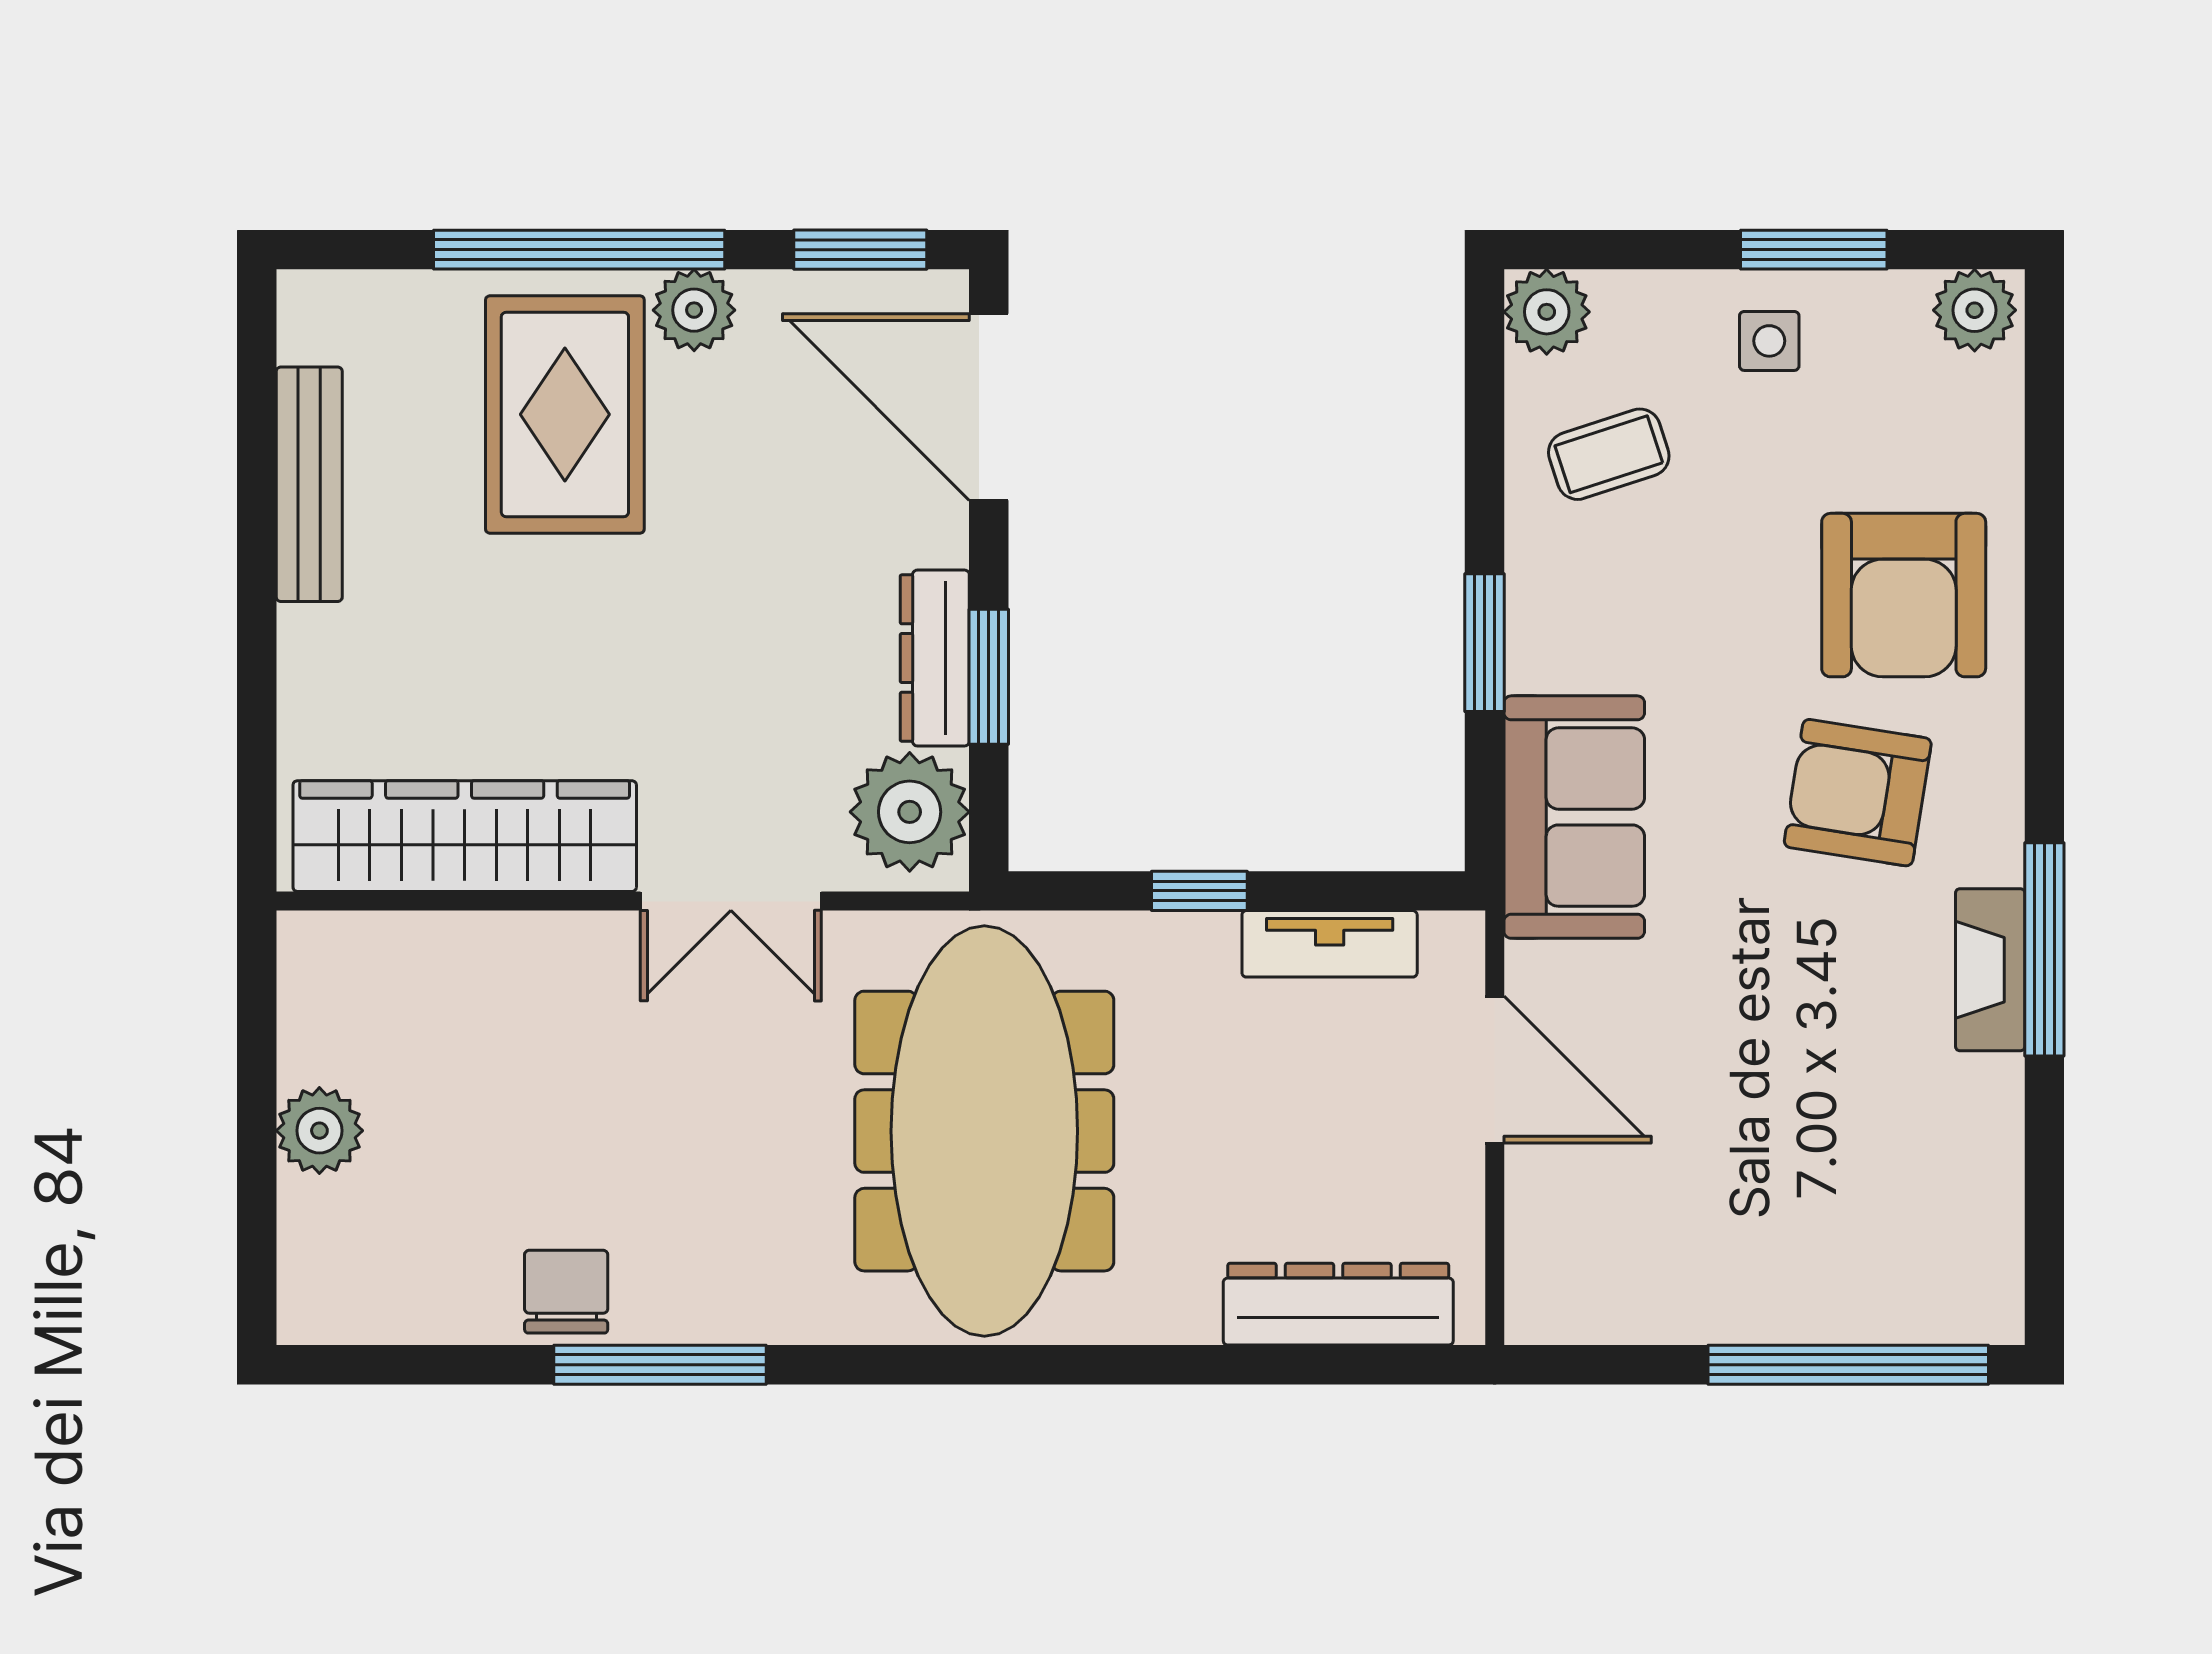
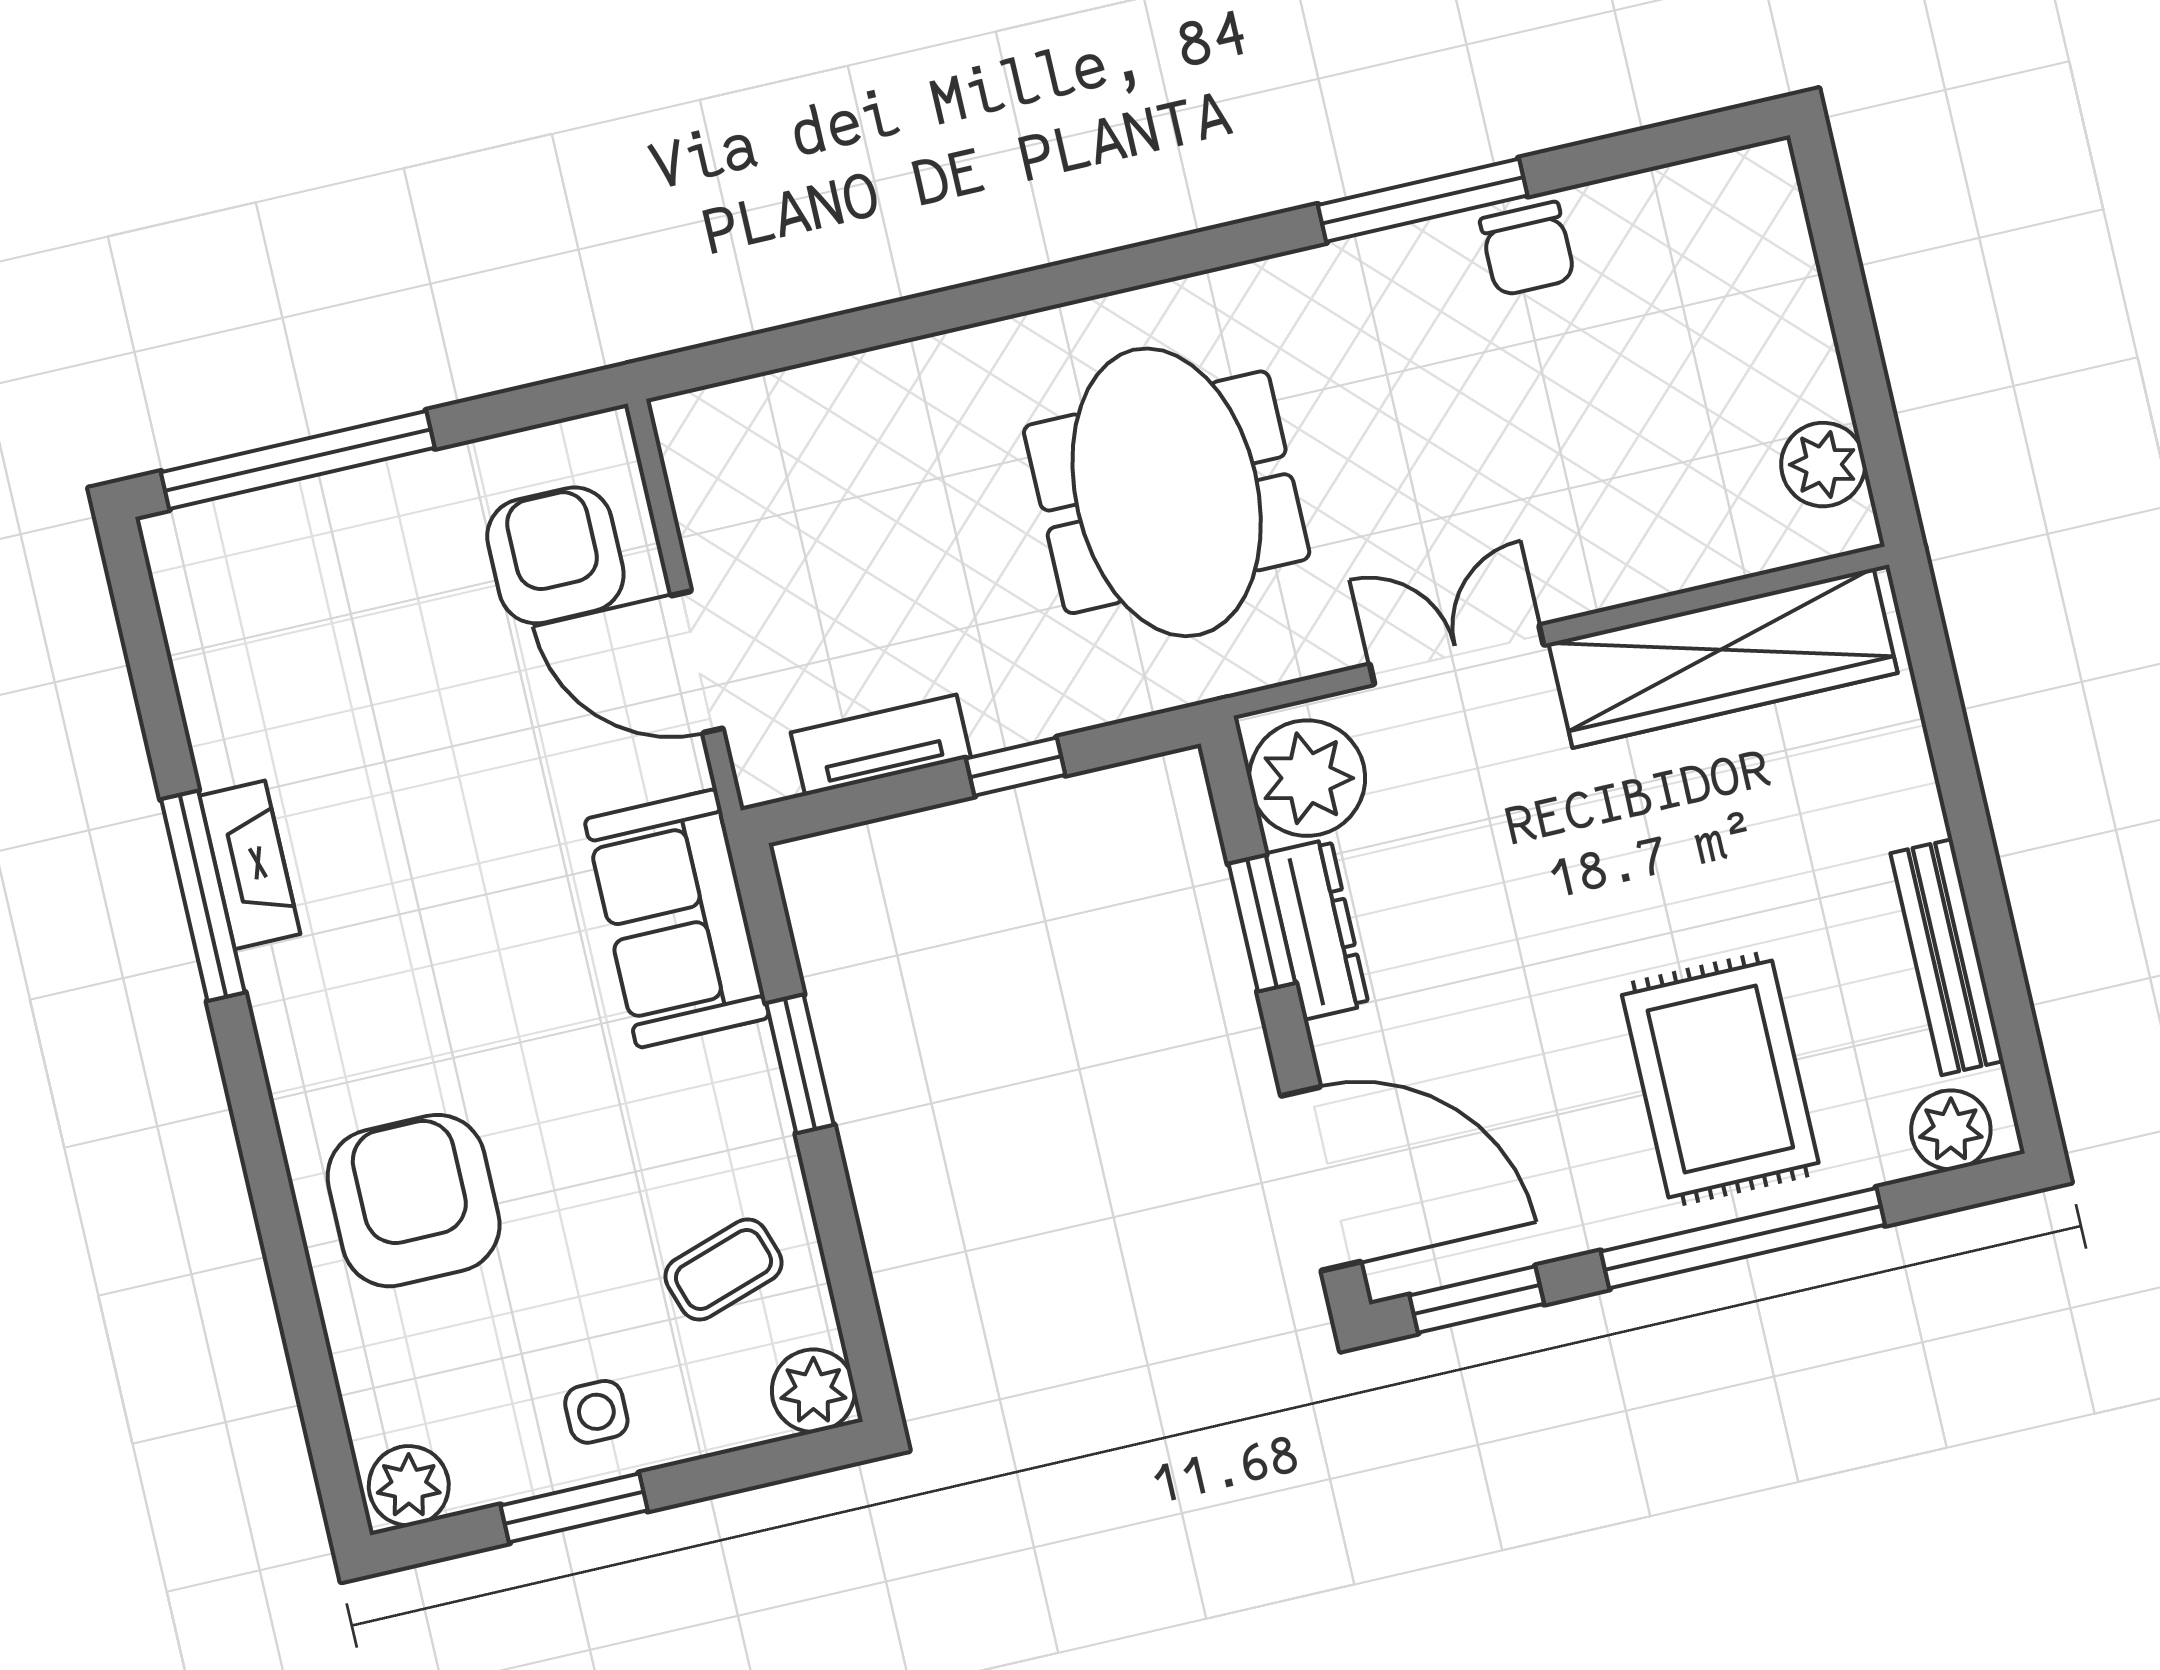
plant: (694, 310) -> (1951, 1130), moved
armchair: (1858, 793) -> (555, 555), moved, turned -99
plant: (319, 1131) -> (1823, 465), moved
meeting table: (984, 1131) -> (1167, 492), width x0.73
dresser: (1338, 1304) -> (794, 406), removed

